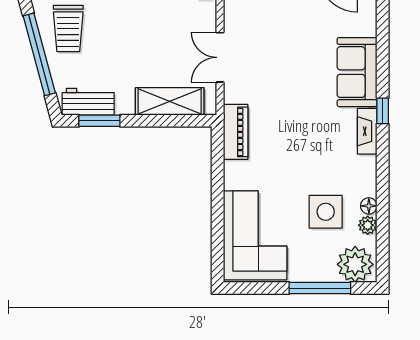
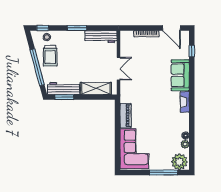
double door: (220, 57) -> (119, 69), swing flipped
workbench: (88, 102) -> (64, 89), width x1.38
window: (383, 111) -> (192, 51), moved
piano: (236, 132) -> (126, 116), moved
side table: (326, 212) -> (166, 138), removed

